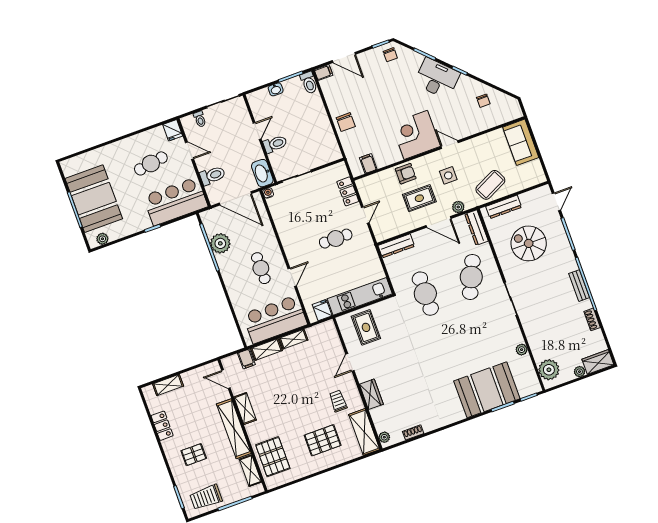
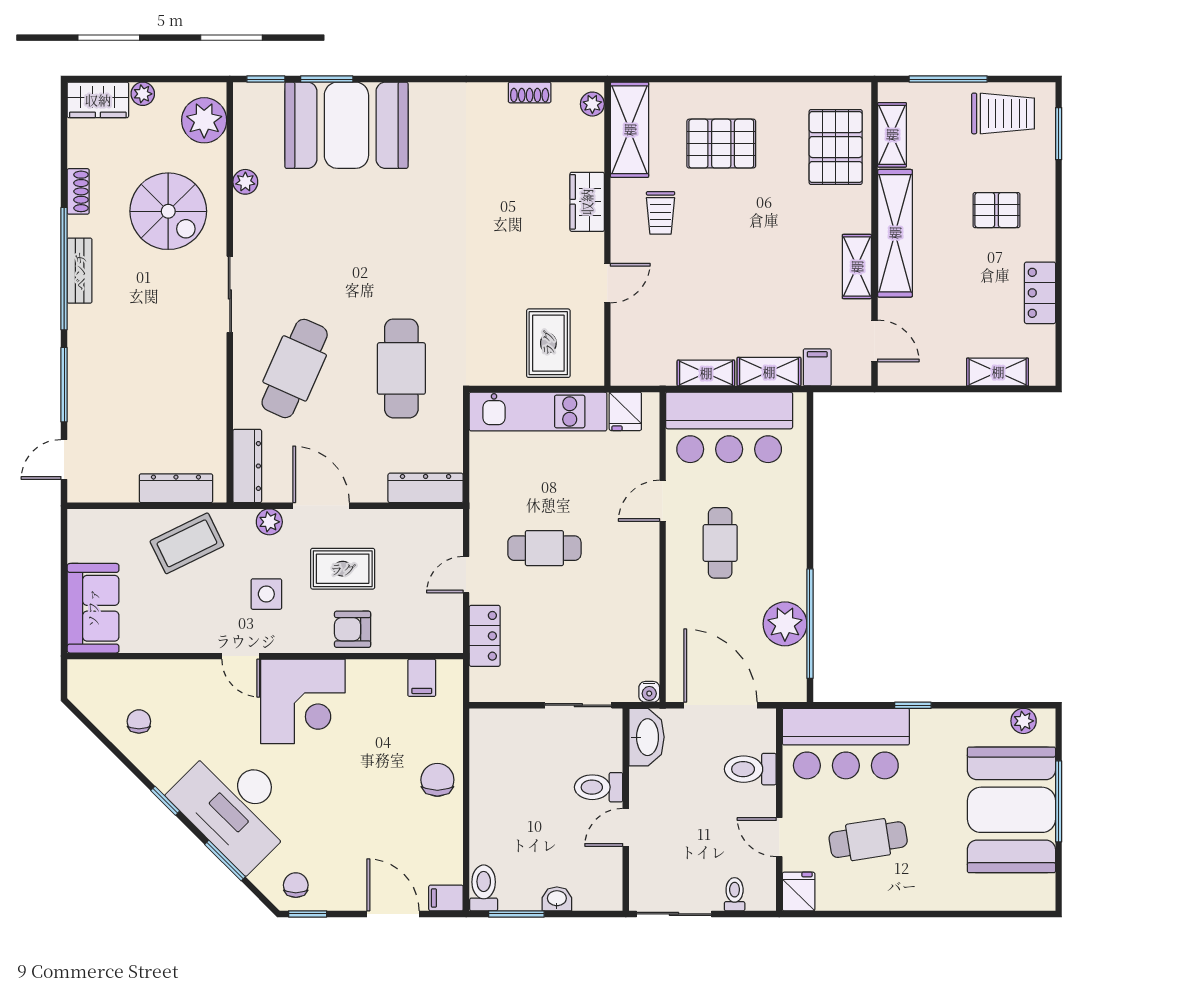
desk: (437, 78) -> (236, 806), width x1.36, depth x1.30
spiral stairs: (529, 243) -> (168, 211), moved

